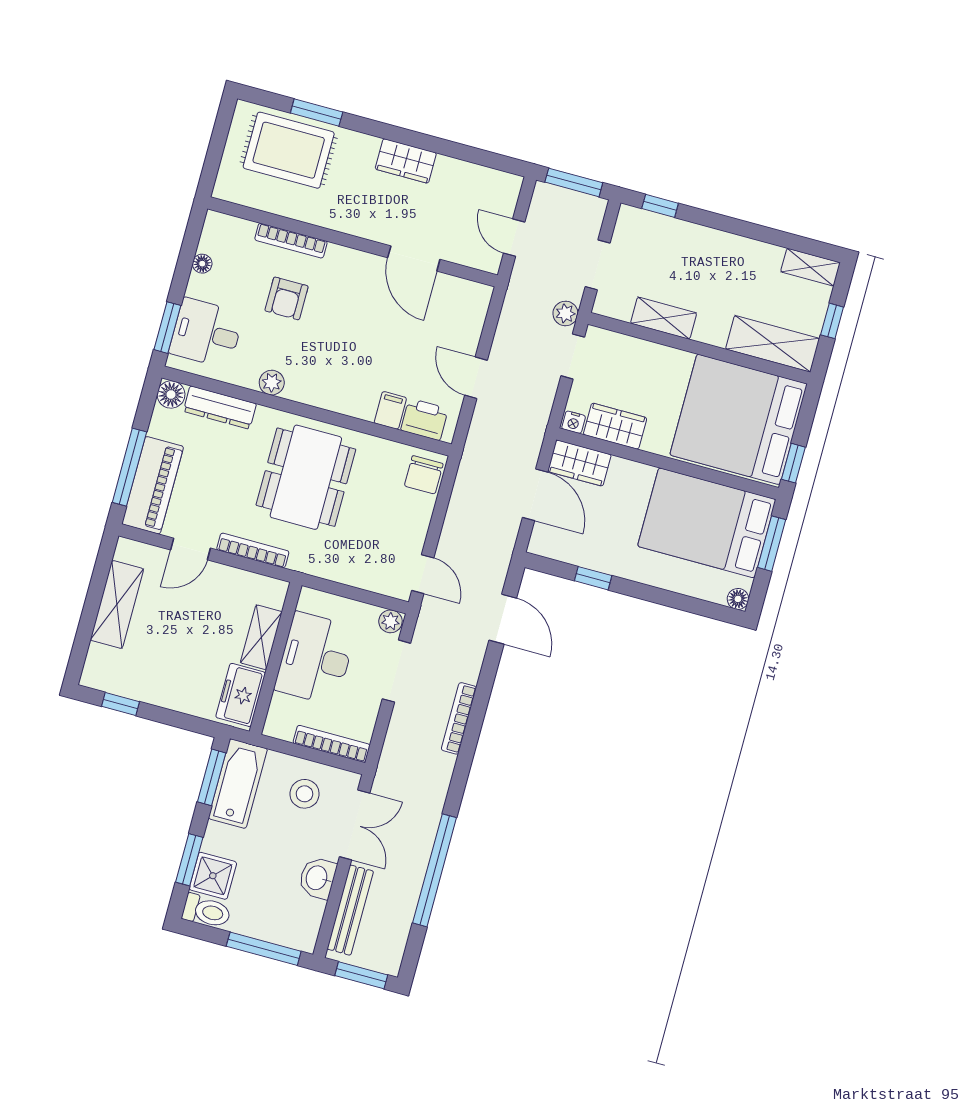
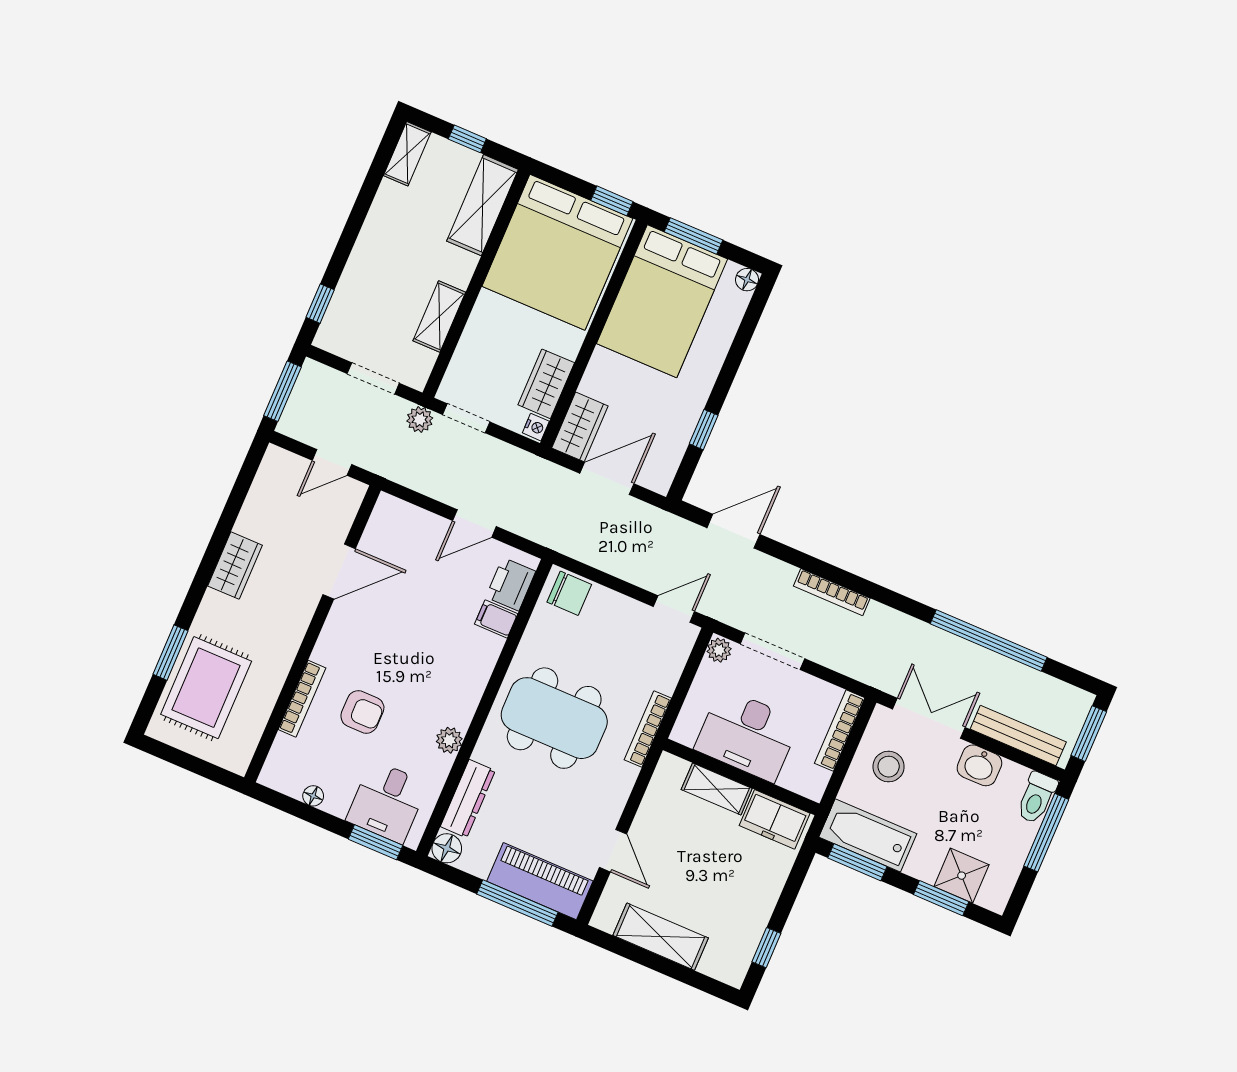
bookcase: (253, 550) -> (648, 729), moved
toilet: (206, 911) -> (1037, 798), moved, turned 180

